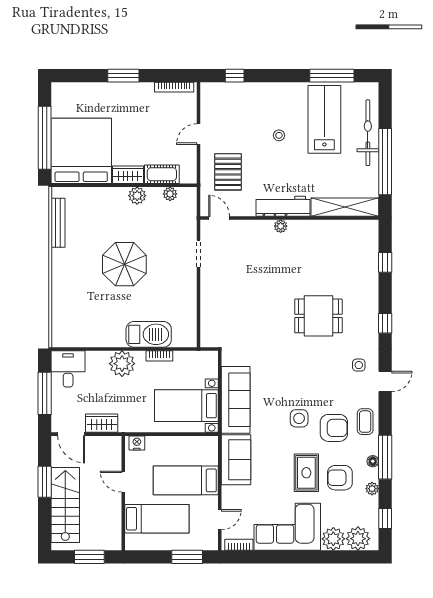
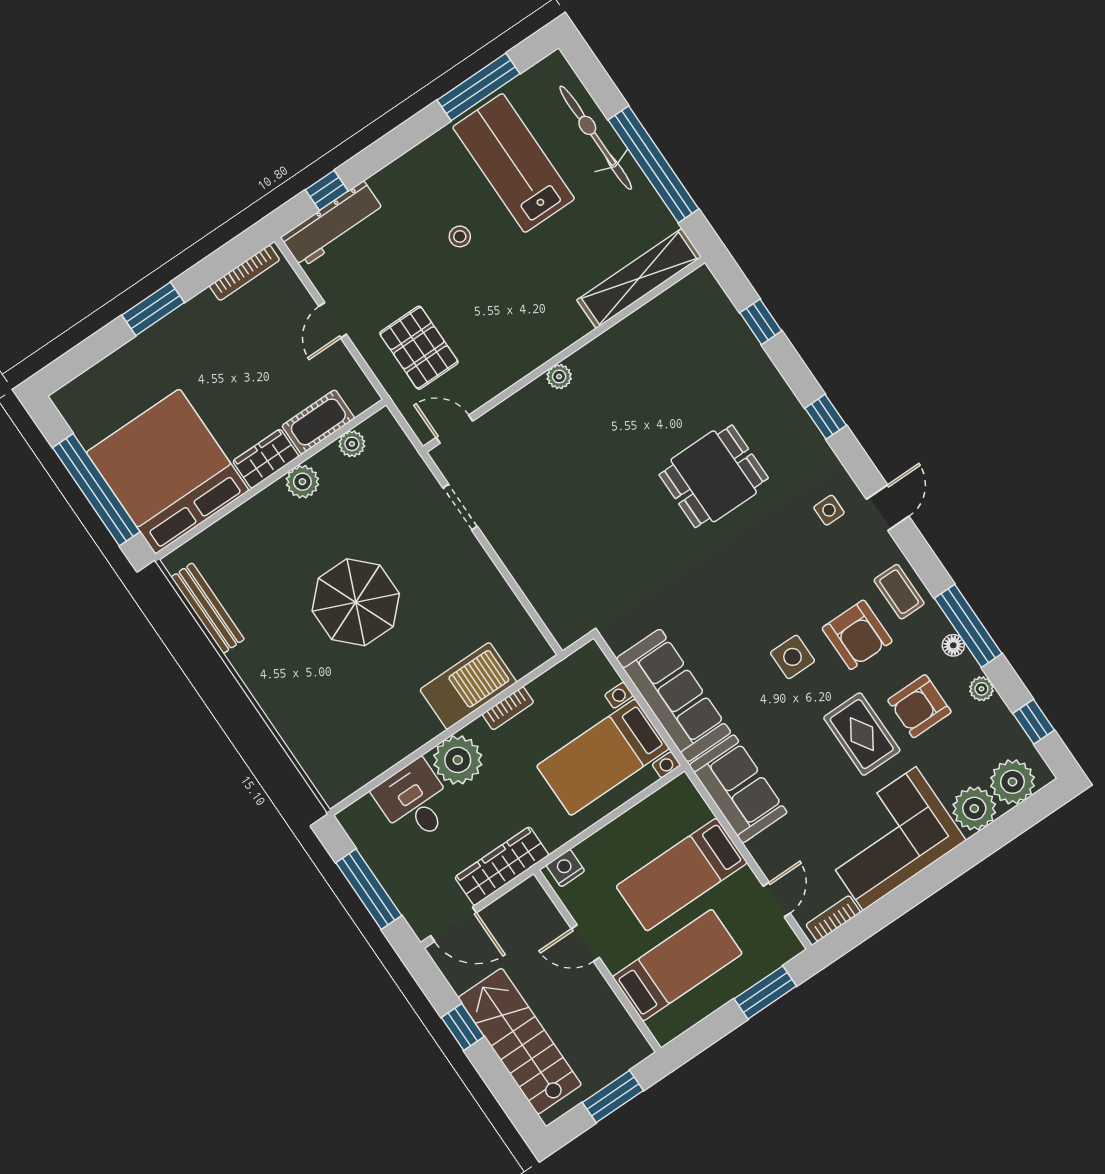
workbench: (283, 206) -> (333, 225), moved, turned 180
desk: (68, 369) -> (415, 801), moved
wardrobe: (102, 423) -> (502, 866), width x1.50
armchair: (334, 428) -> (857, 635), turned 90
window: (45, 482) -> (463, 1027), width x0.67

